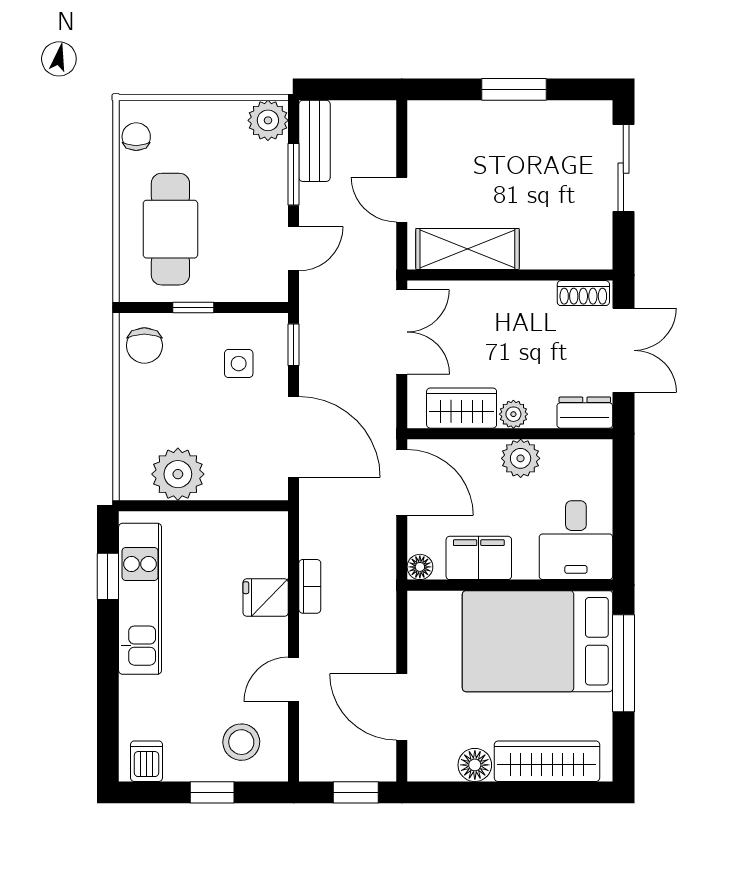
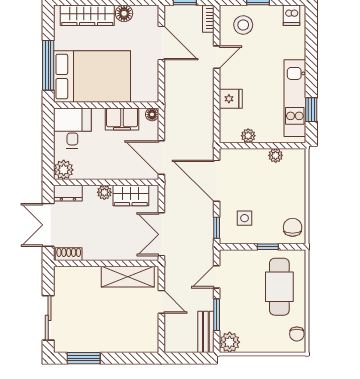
window: (514, 89) -> (84, 358), moved
plant: (521, 458) -> (64, 170), moved
plant: (178, 474) -> (276, 155), width x0.53, depth x0.53
plant: (232, 525) -> (248, 136), added
bookcase: (310, 586) -> (208, 19), moved

